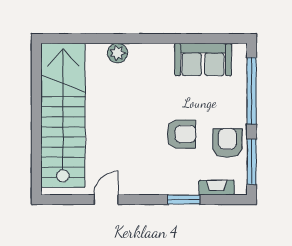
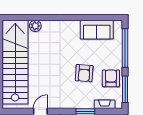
plant: (117, 53) -> (35, 26), moved
armchair: (181, 134) -> (84, 73), turned 94

